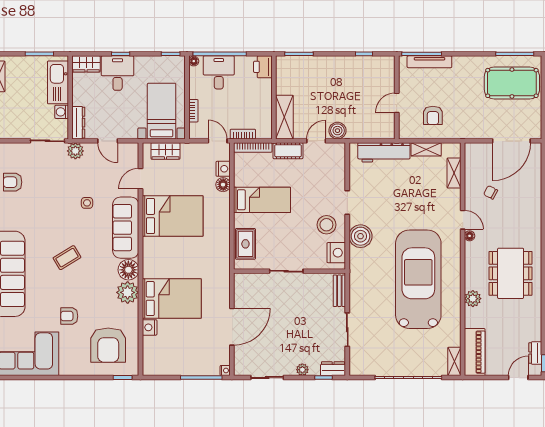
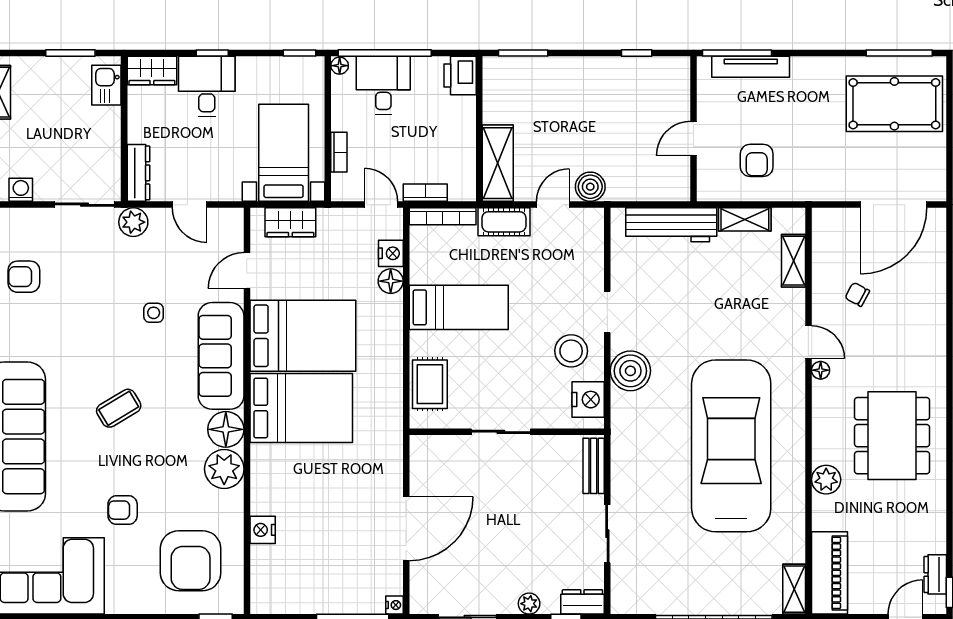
kitchen sink: (58, 82) -> (106, 85), width x0.53, depth x0.81
washing machine: (62, 112) -> (21, 190), moved, turned 90
bed: (172, 299) -> (301, 408), moved

